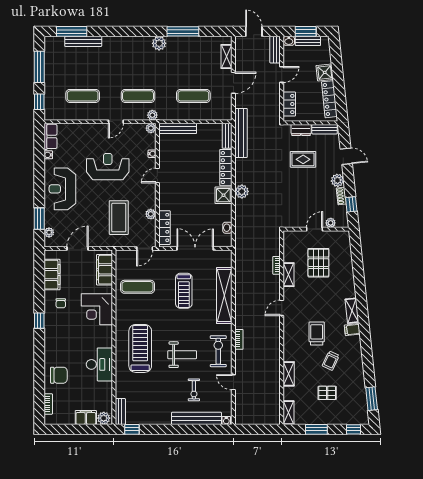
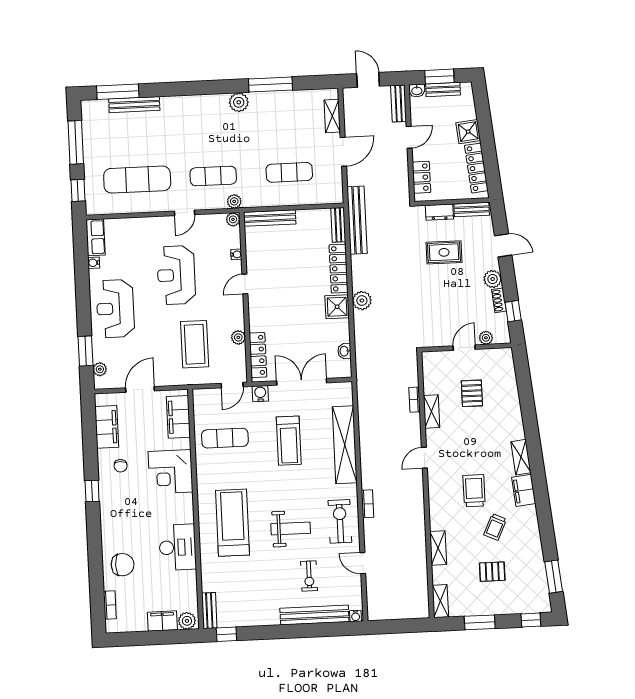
exercise mat: (83, 96) -> (137, 180), width x1.36, depth x1.45
reception desk: (108, 167) -> (176, 275), turned -90
water cooler: (165, 256) -> (260, 394), added
pallet: (318, 263) -> (472, 393), width x0.67, depth x0.71
filing cabinet: (352, 330) -> (524, 490), width x2.00

